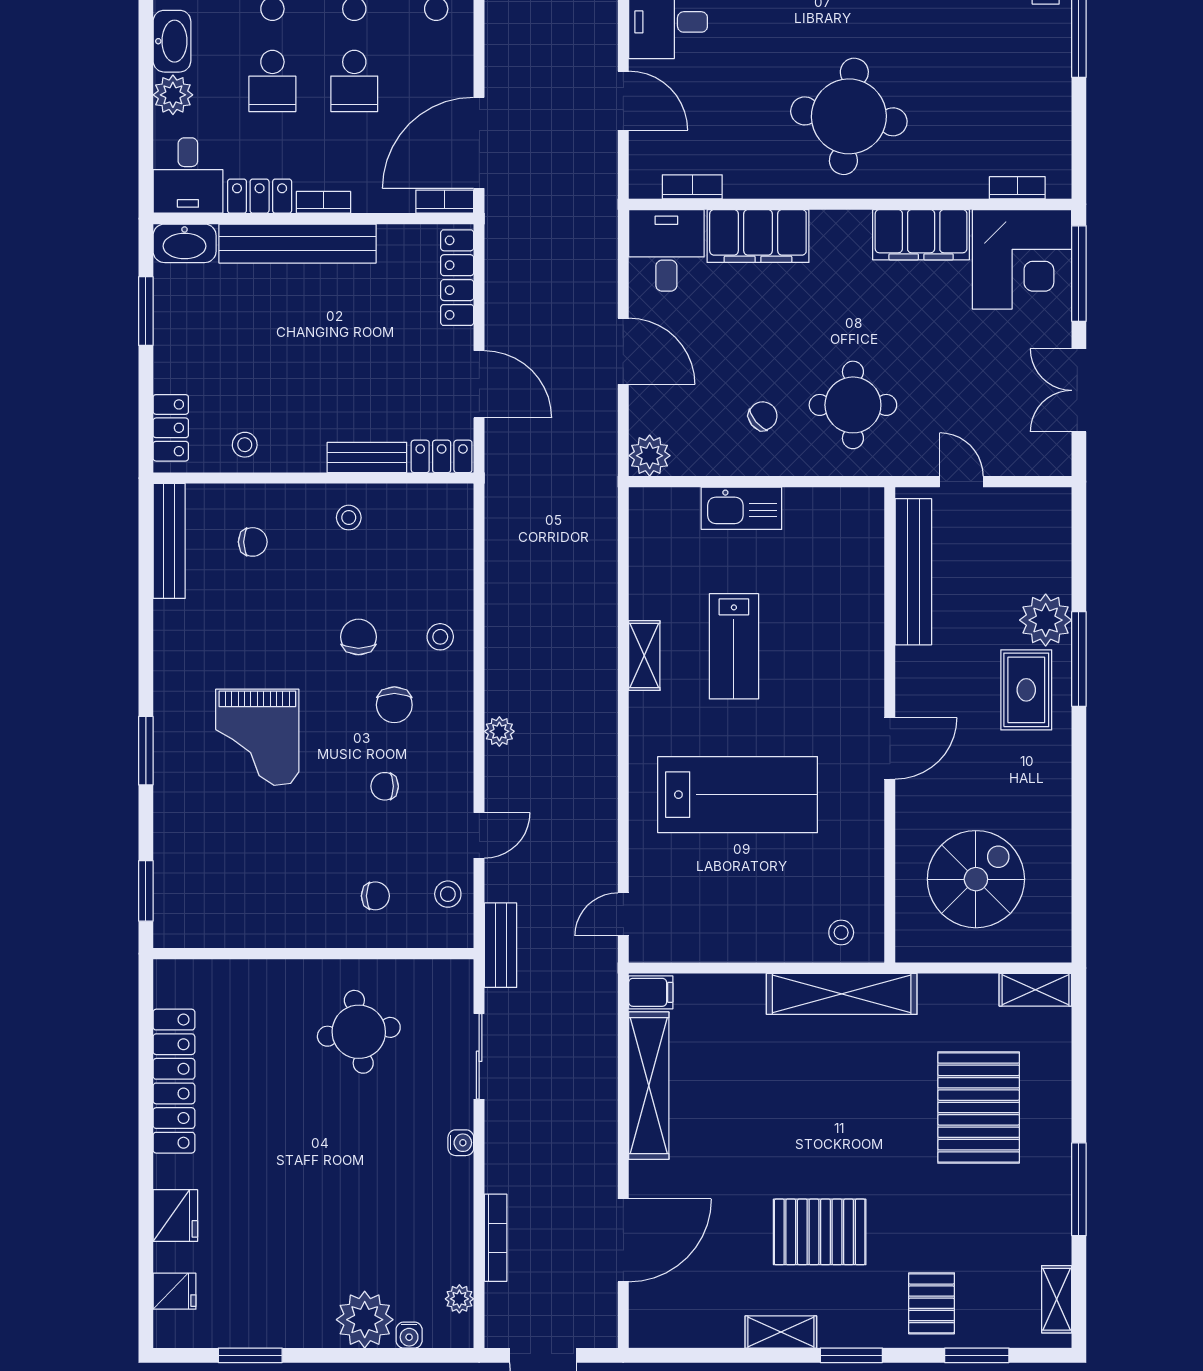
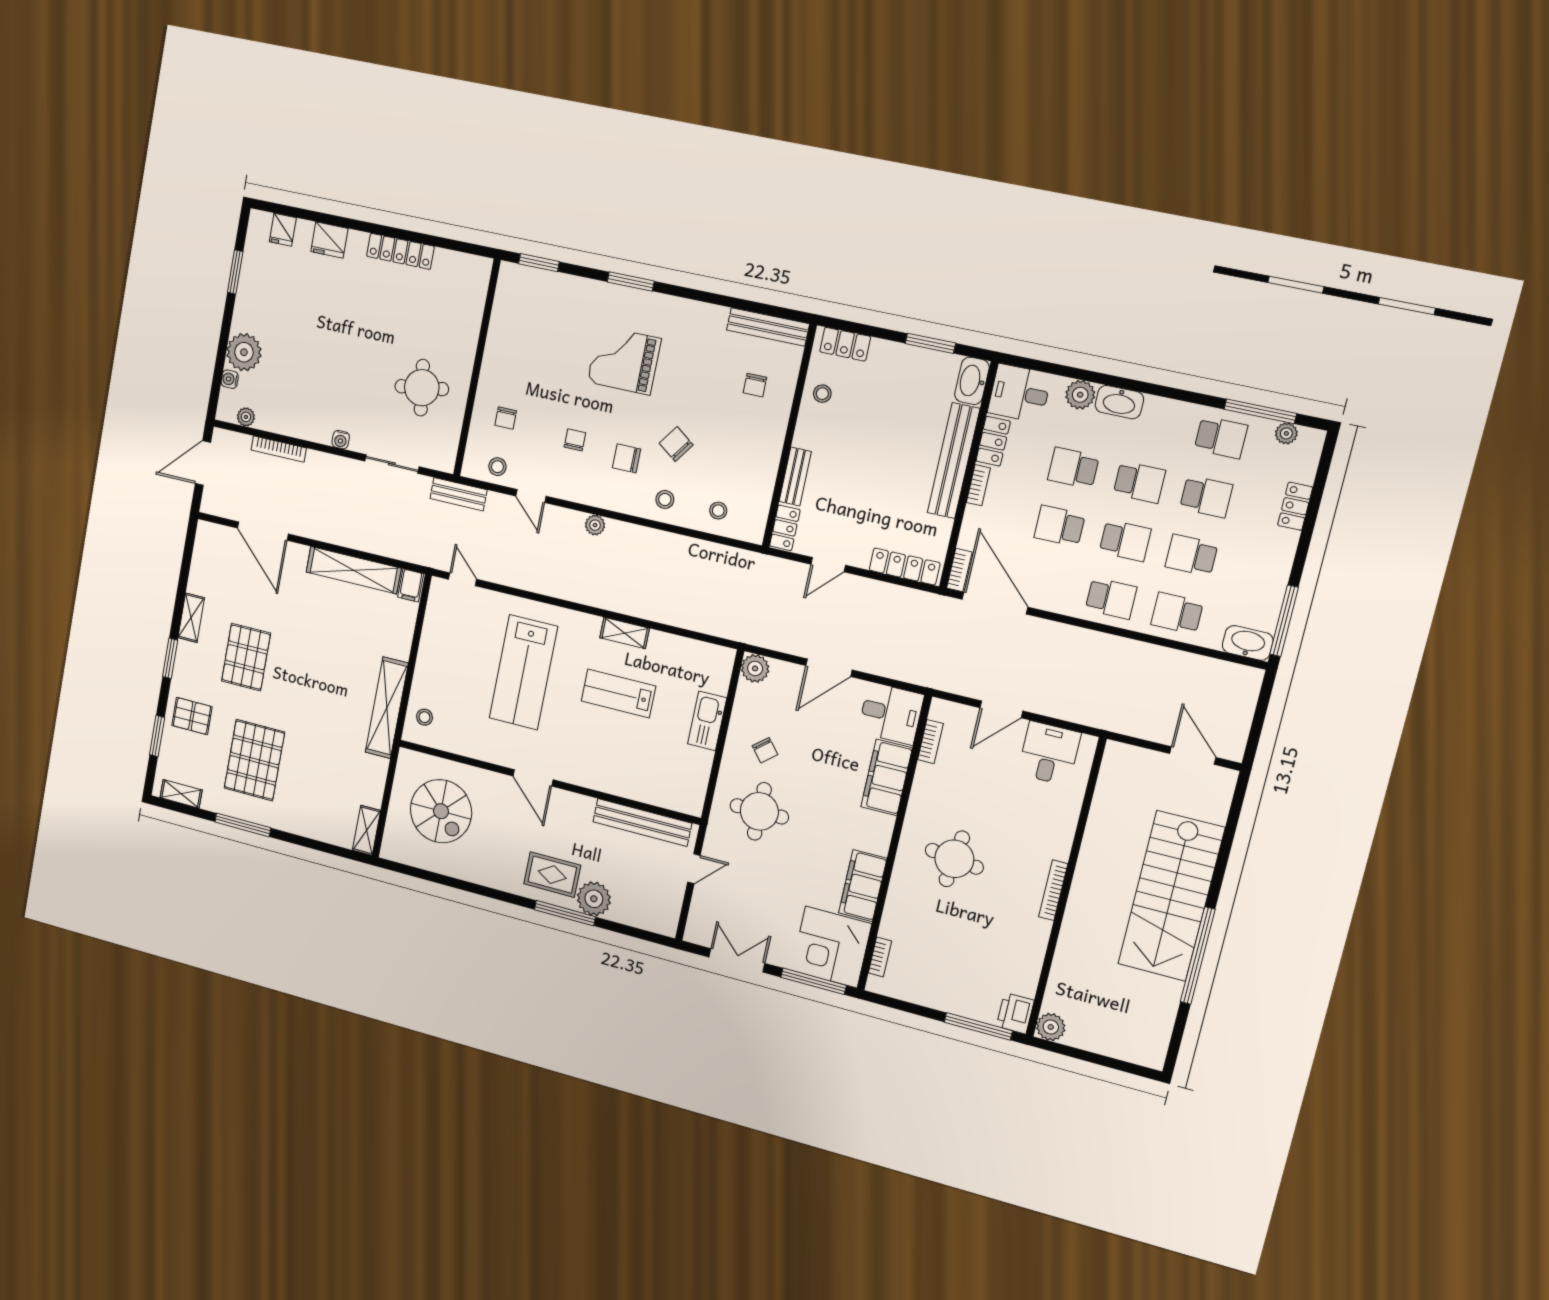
round table: (849, 116) -> (954, 859), width x0.73, depth x0.73
door: (479, 384) -> (828, 565), width x0.73
stool: (349, 518) -> (718, 511), moved
chair: (359, 637) -> (676, 444), turned -144
locker: (174, 1081) -> (400, 251), width x0.71, depth x0.83
pallet: (979, 1107) -> (254, 760), moved, turned 90

